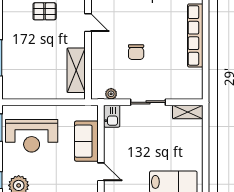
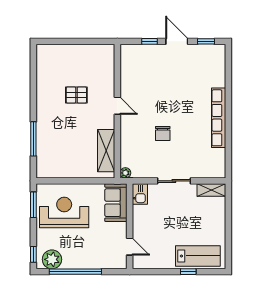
plant: (111, 94) -> (125, 173), moved
reception desk: (32, 136) -> (64, 213), turned 180
sofa: (86, 141) -> (116, 203), moved

